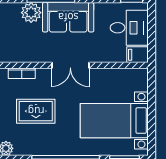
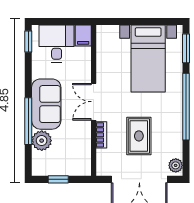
double door: (70, 65) -> (94, 102), swing flipped
bookcase: (22, 73) -> (101, 135), moved

